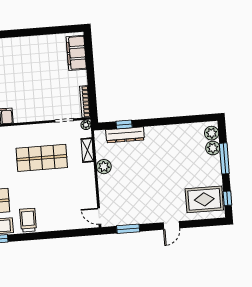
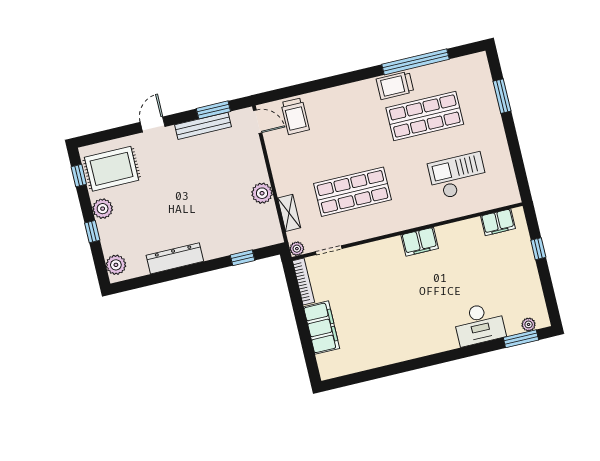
filing cabinet: (76, 53) -> (322, 328), moved
dresser: (125, 135) -> (175, 258), moved
plant: (213, 148) -> (103, 209), moved
window: (224, 158) -> (92, 232), width x0.46
bench: (137, 219) -> (203, 126), added
trolley: (28, 220) -> (295, 116), moved

